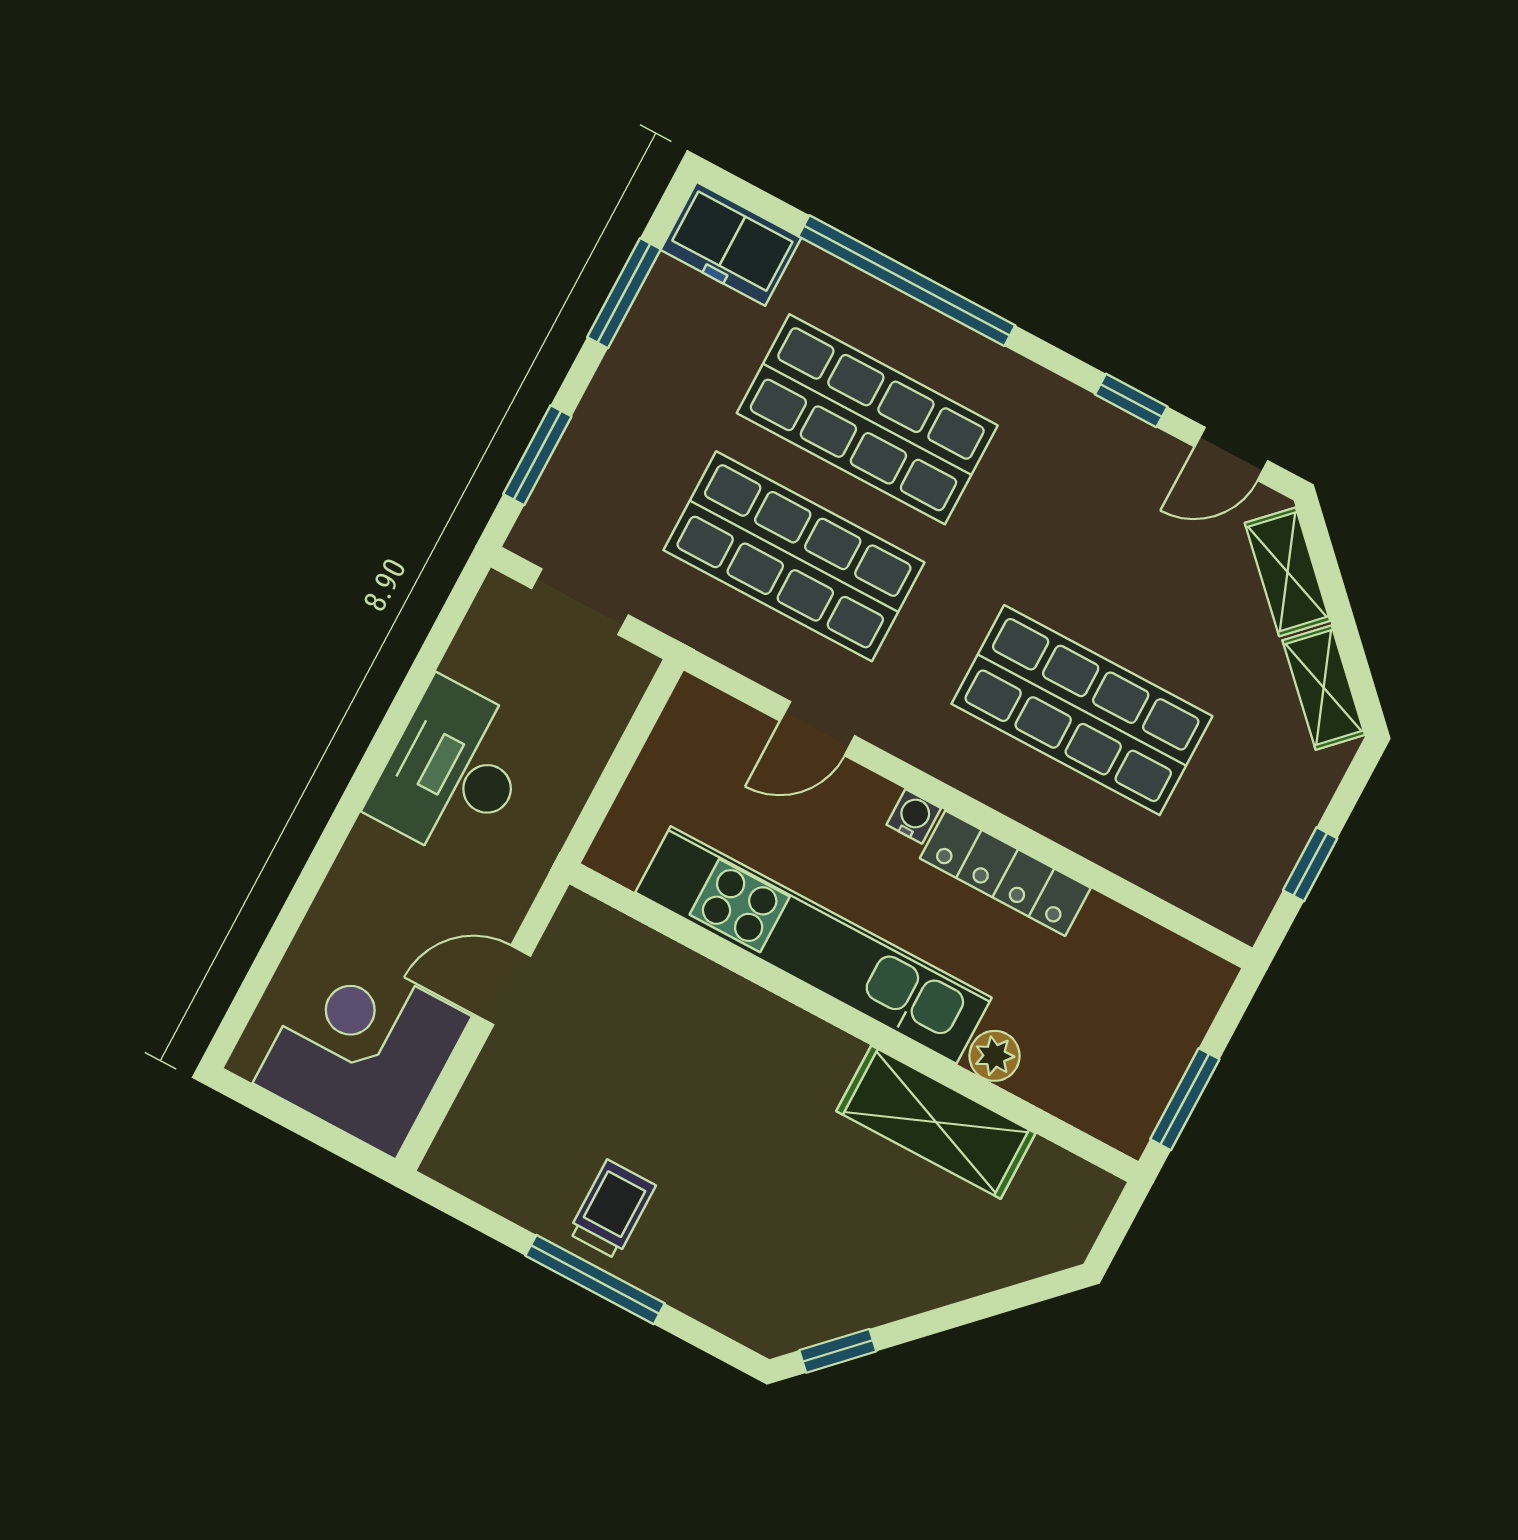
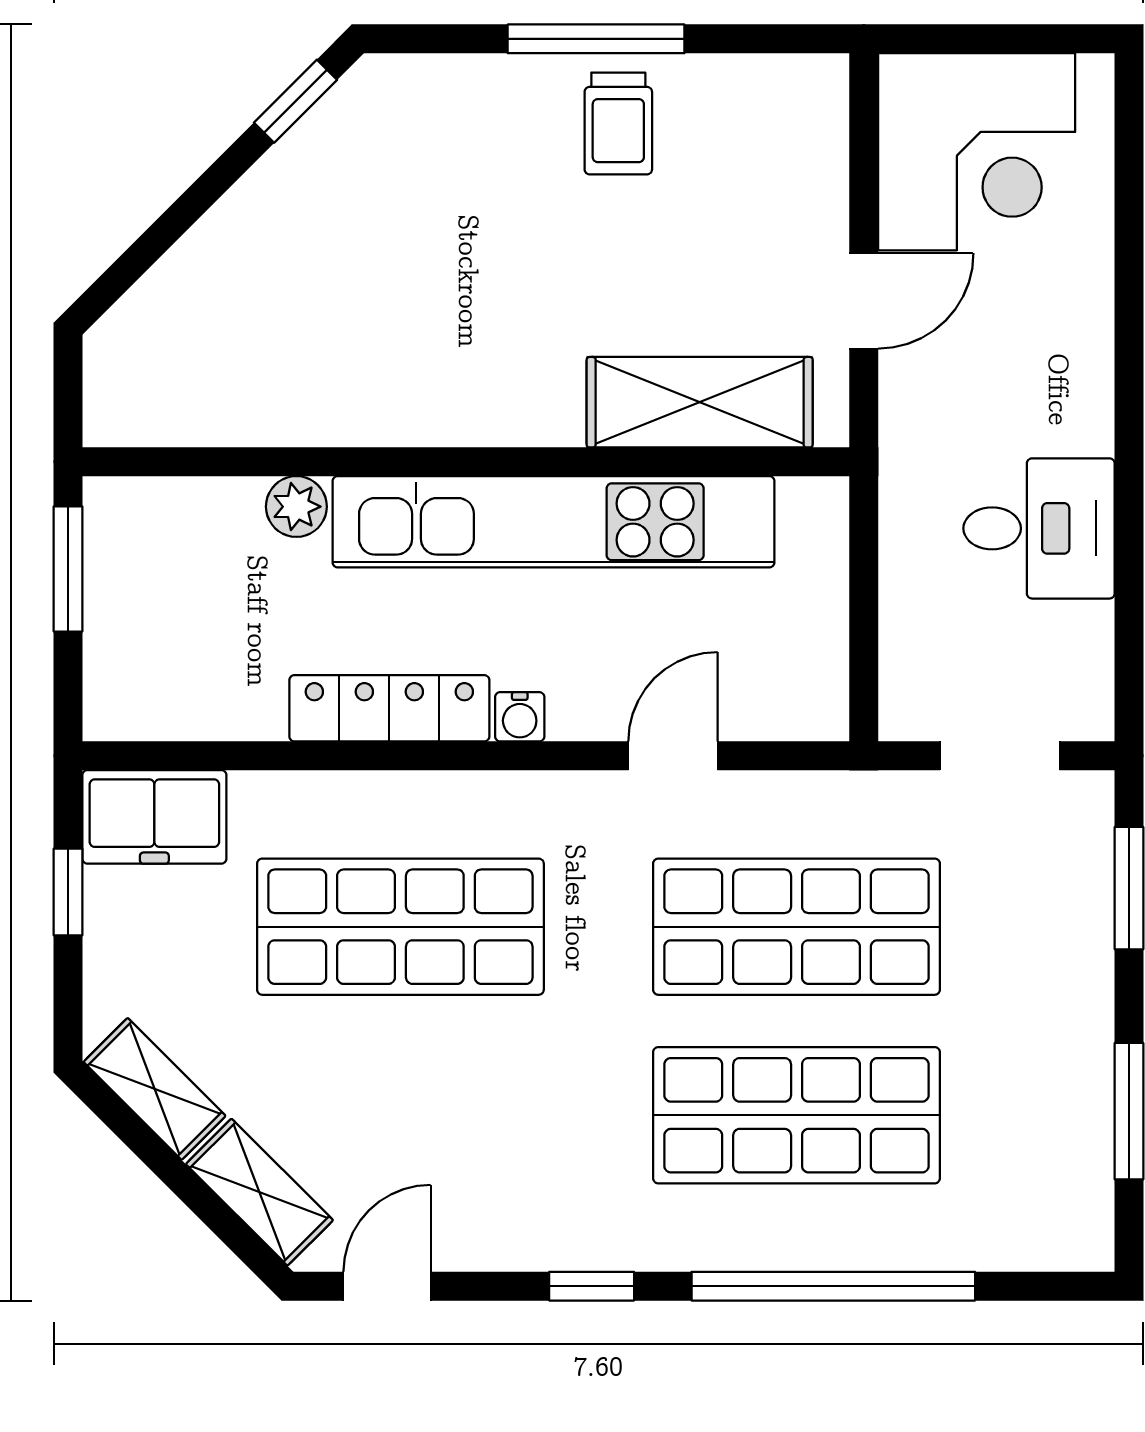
freezer: (731, 244) -> (154, 817), moved, turned 180
window: (1131, 400) -> (592, 1286), moved
desk: (453, 771) -> (1039, 528), width x0.73
shelving: (936, 1122) -> (700, 402), moved

